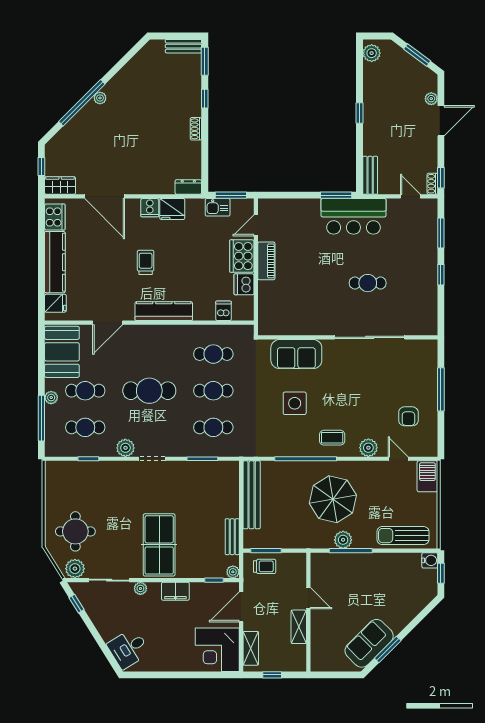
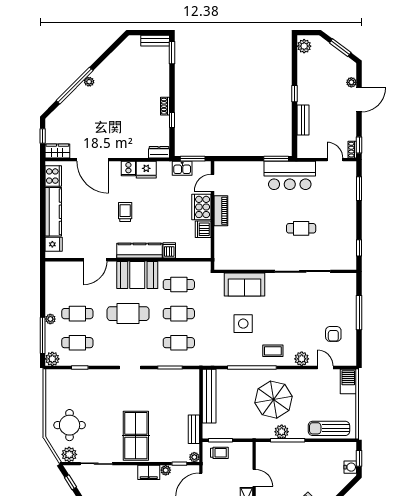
window: (205, 99) -> (172, 120), moved
bench: (370, 175) -> (303, 120), moved
window: (441, 275) -> (359, 248), moved
dishwasher: (223, 311) -> (169, 250), moved
booth: (62, 352) -> (137, 275), moved, turned 90
plant: (125, 448) -> (52, 359), moved
water cooler: (430, 560) -> (350, 467), moved
plant: (140, 588) -> (166, 470), moved

